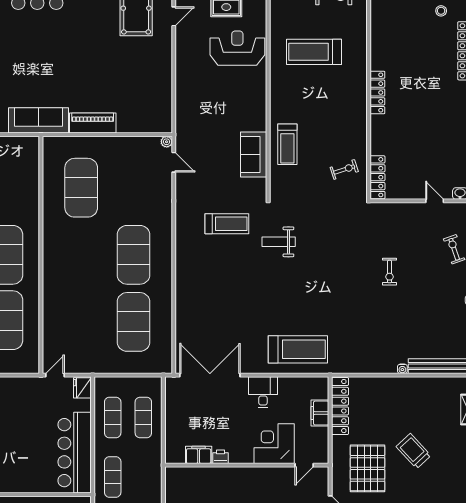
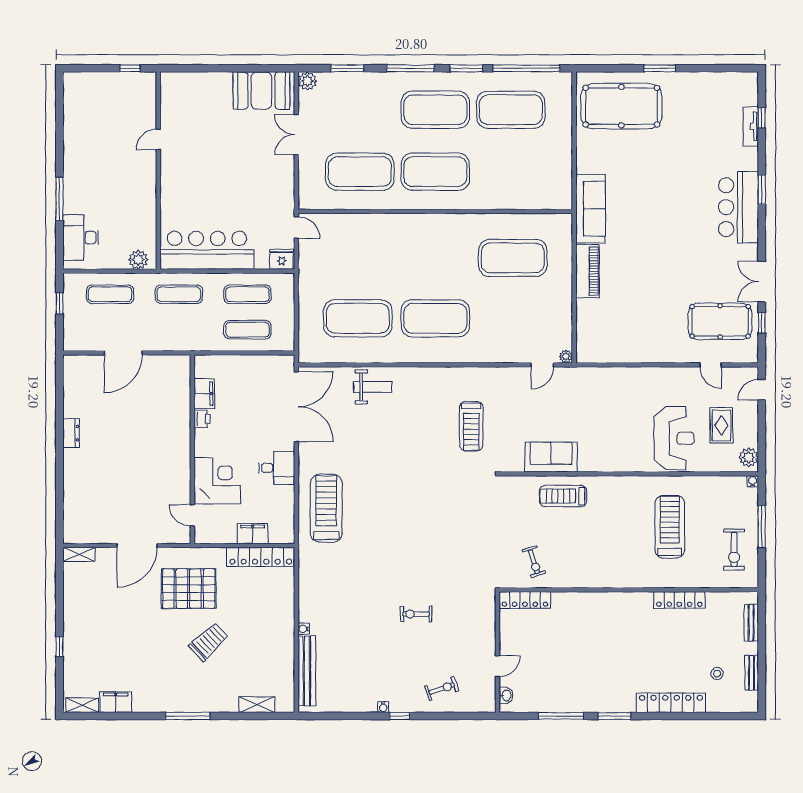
locker: (377, 92) -> (679, 600), moved
weight bench: (279, 242) -> (373, 387), moved, turned 90
treadmill: (298, 349) -> (326, 508), turned 180

